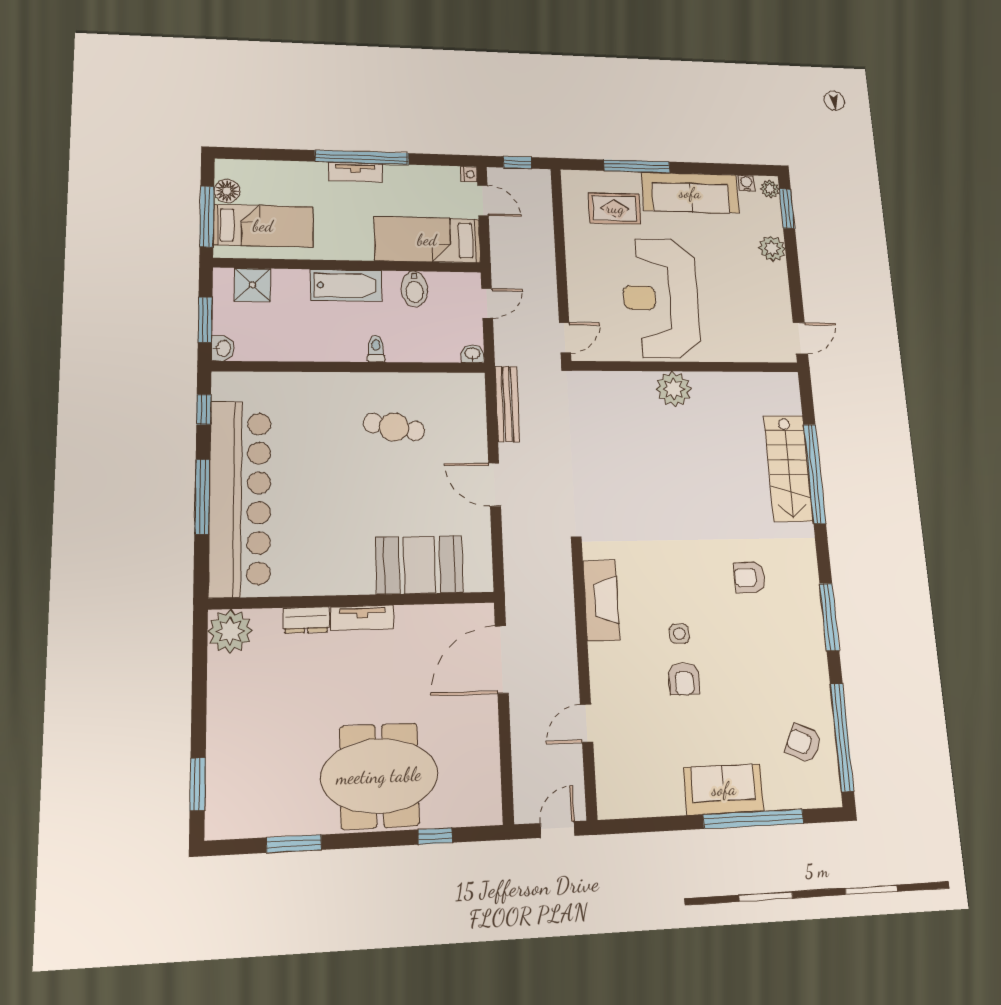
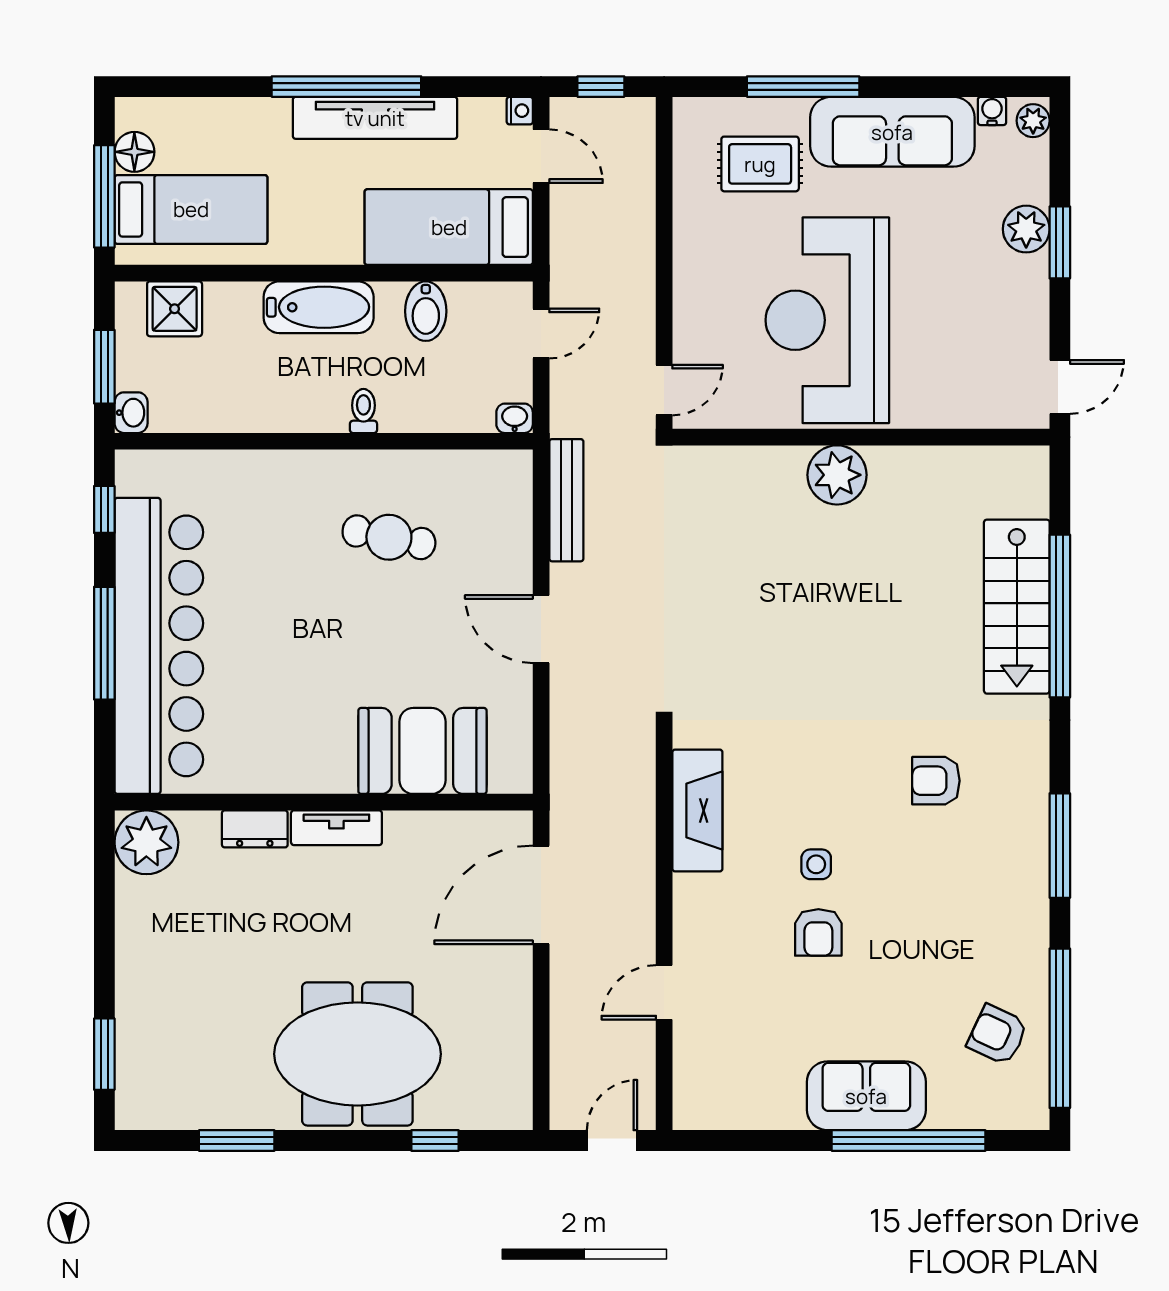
tv unit: (355, 172) -> (375, 118), width x1.92, depth x1.29
window: (787, 208) -> (1060, 242), moved

